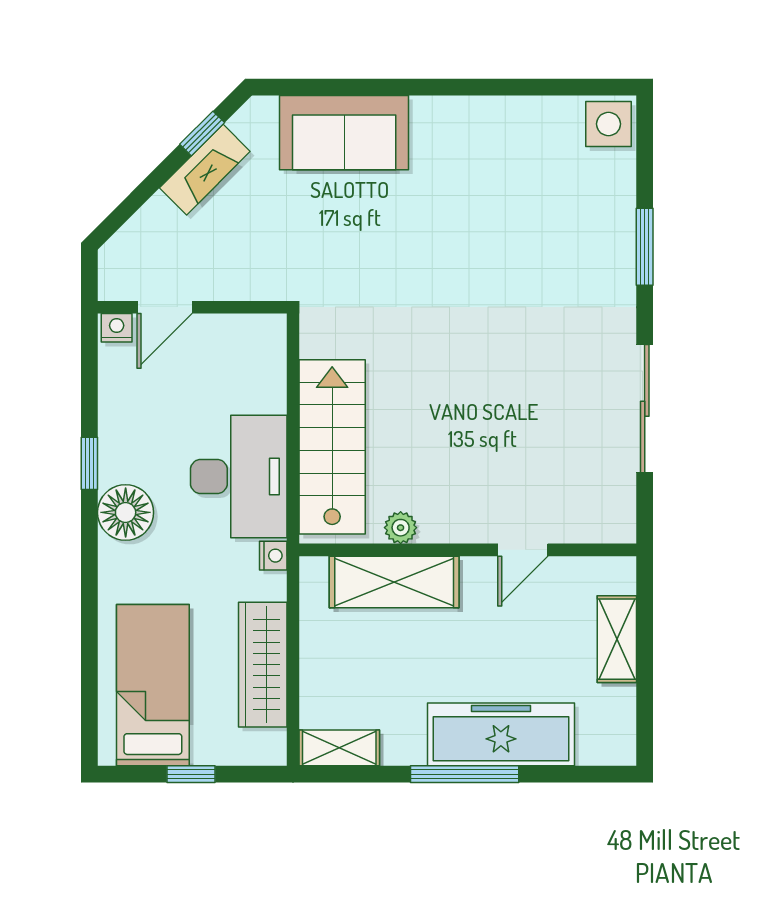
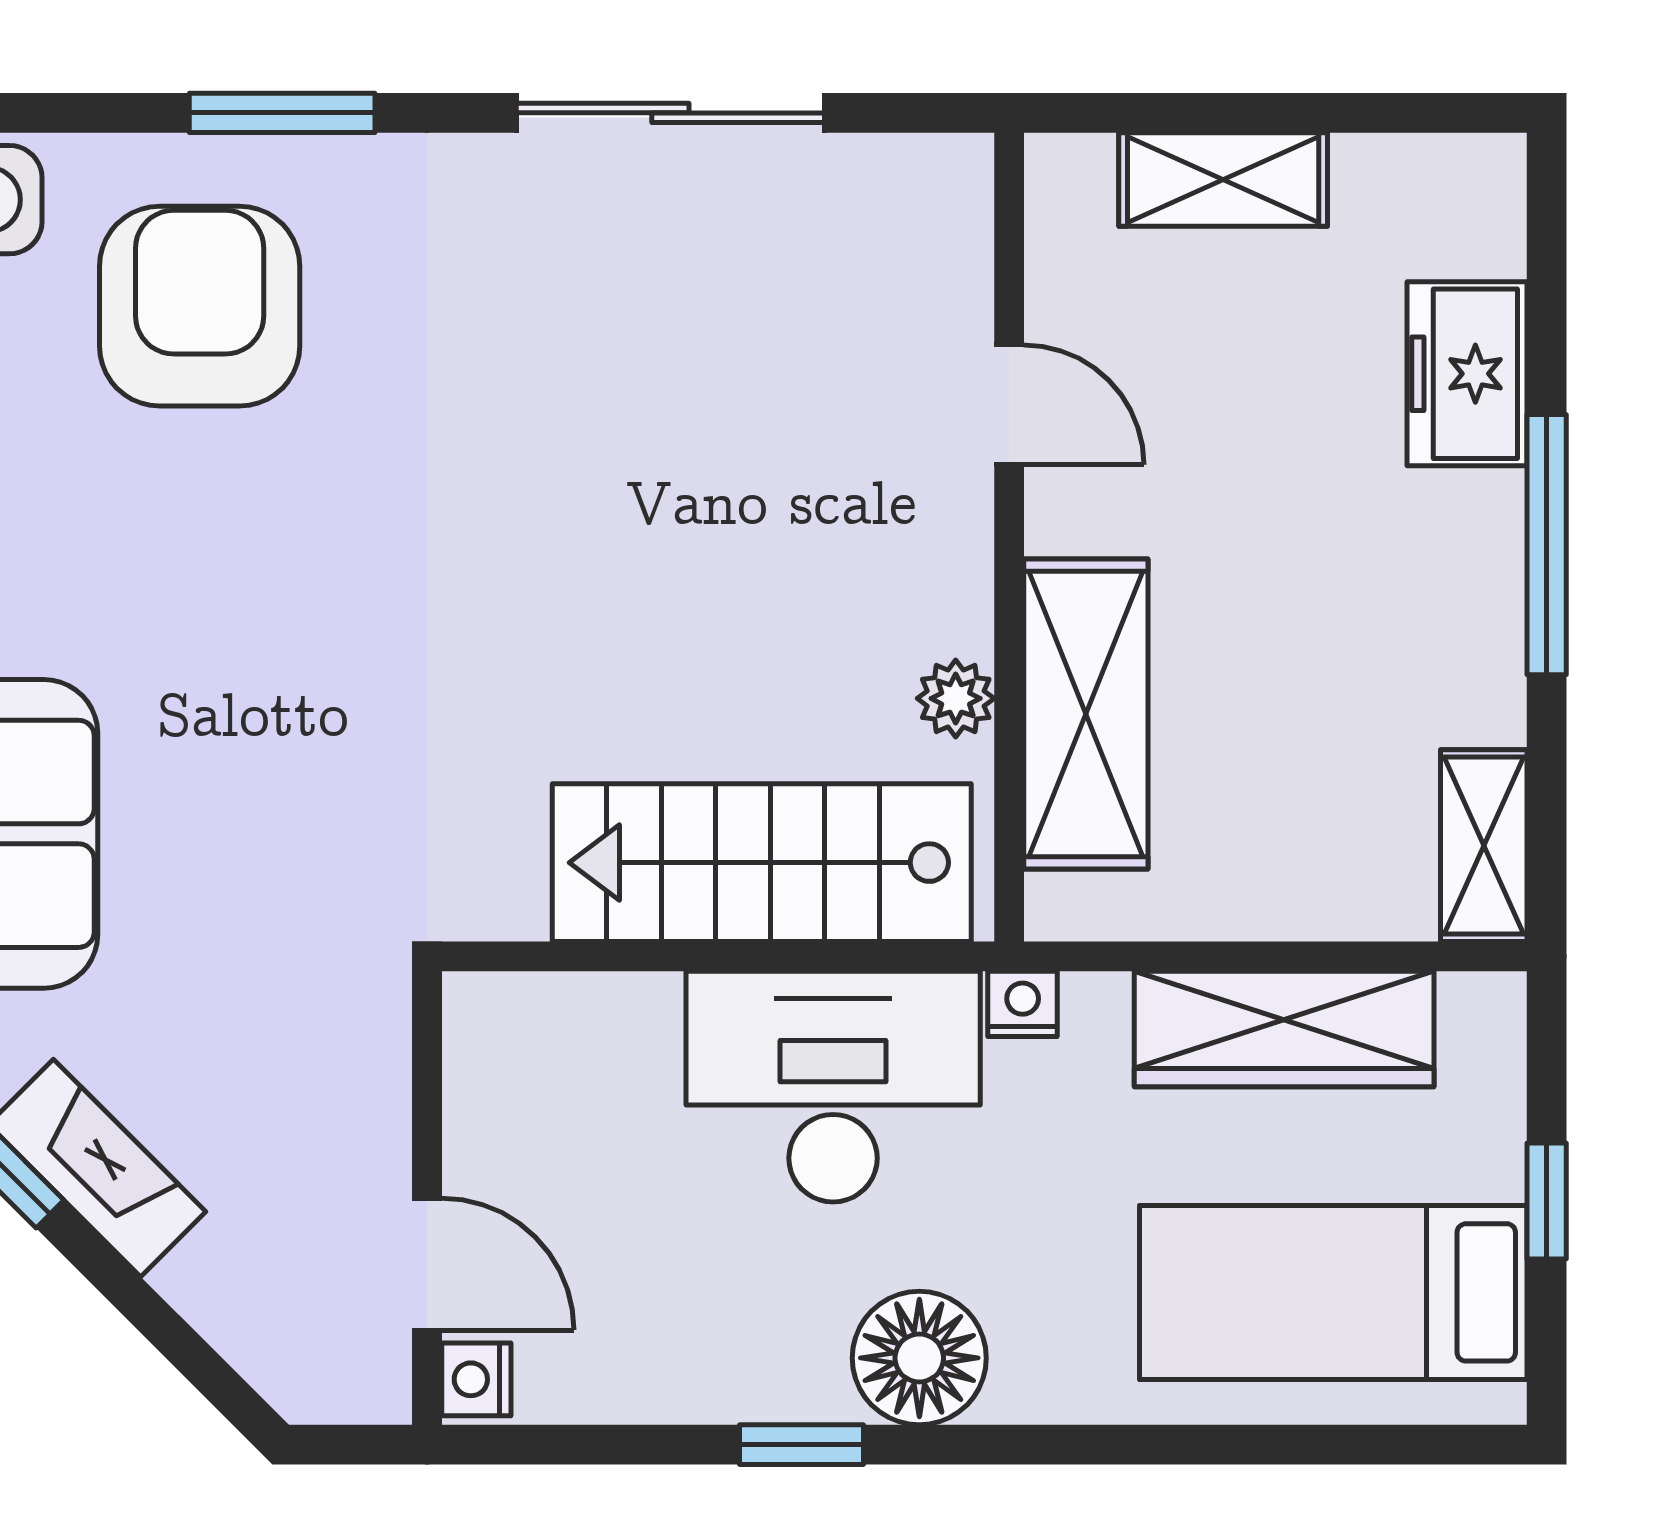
armchair: (564, 212) -> (200, 306), added
freezer: (501, 734) -> (1467, 374), width x0.52, depth x0.79

